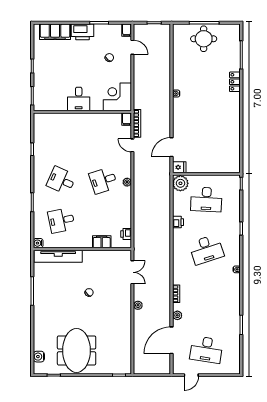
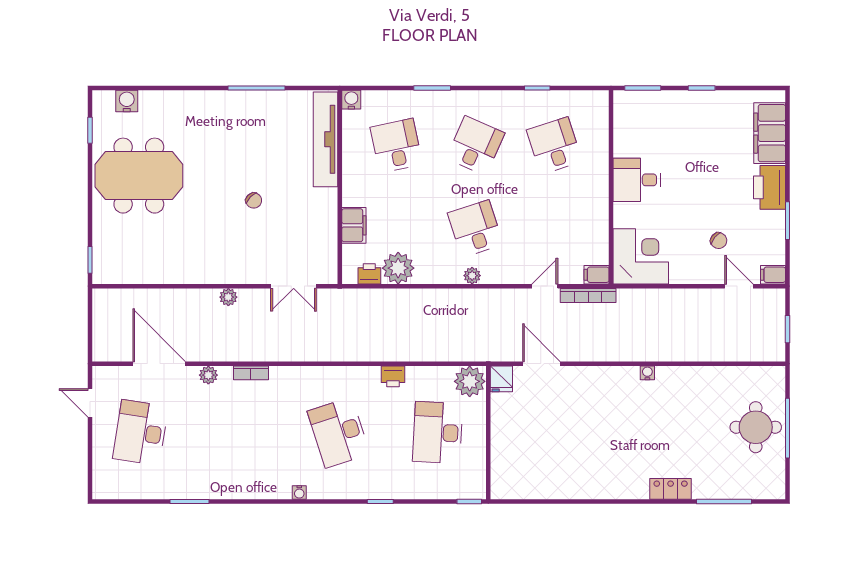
door: (132, 47) -> (739, 286), swing flipped
desk: (61, 140) -> (554, 146), added
plant: (123, 219) -> (398, 268), added

